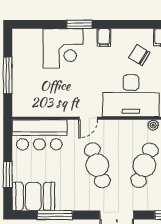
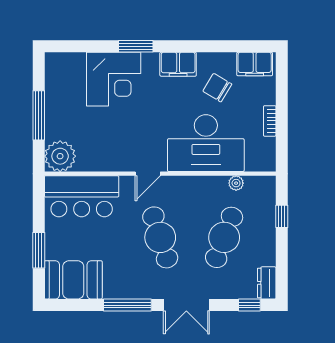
filing cabinet: (104, 38) -> (178, 64), width x2.00
plant: (24, 105) -> (60, 156), added
window: (55, 215) -> (127, 305), moved

